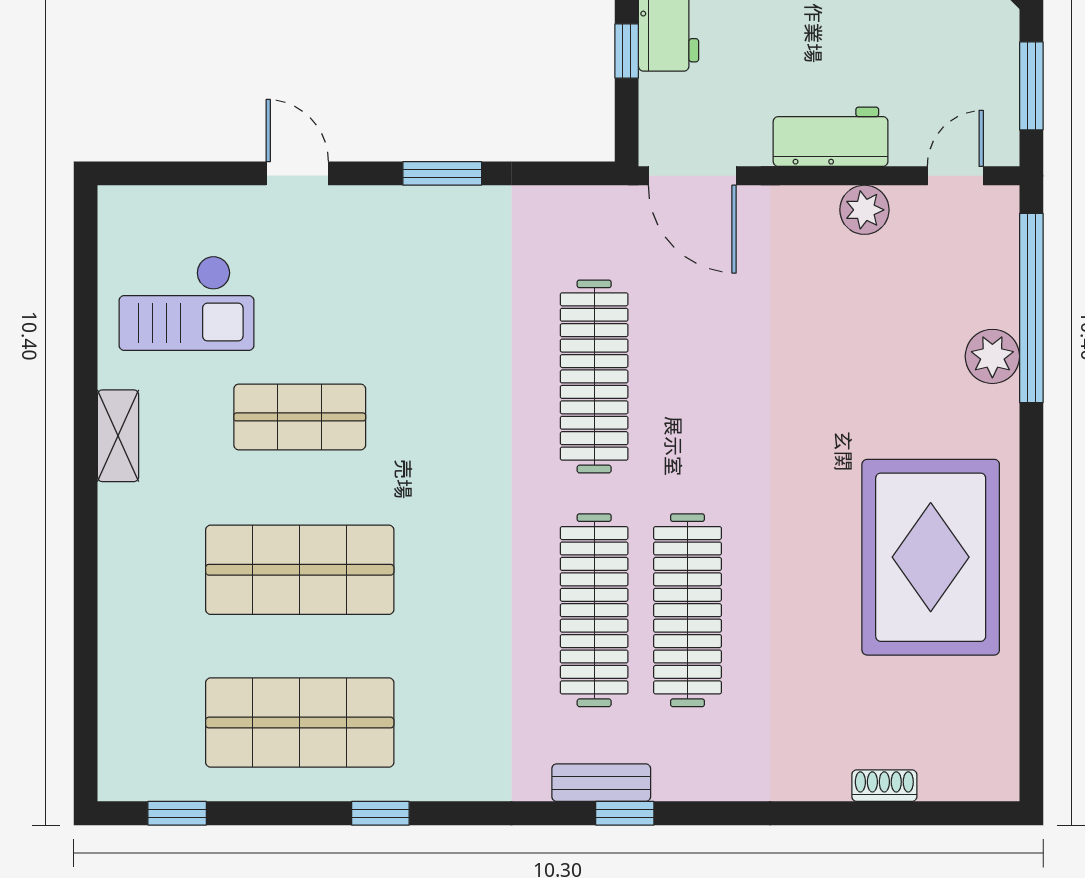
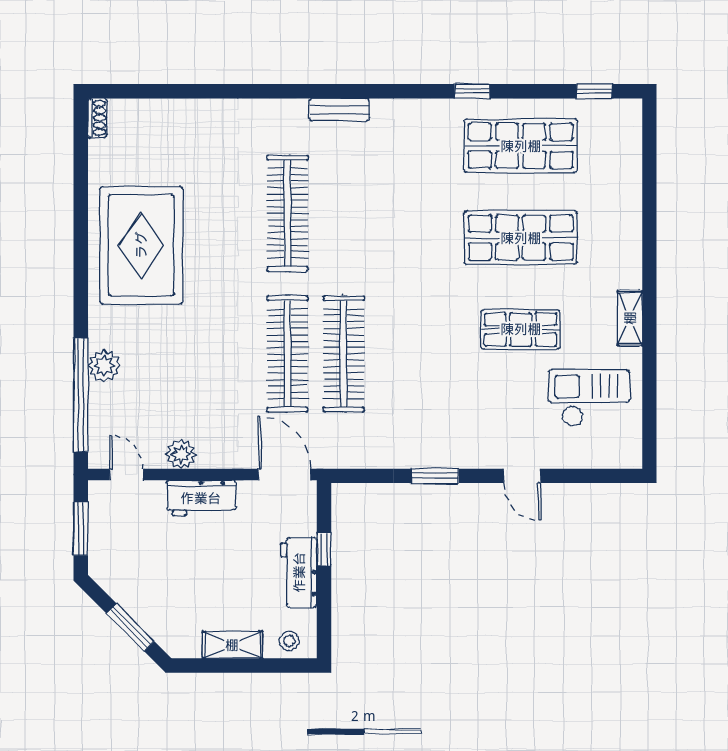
door: (955, 176) -> (126, 474), swing flipped
clothes rail: (594, 610) -> (287, 354), moved
shoe rack: (884, 786) -> (97, 118), moved, turned -90
window: (625, 813) -> (325, 91), removed

